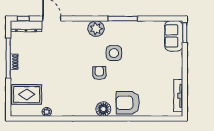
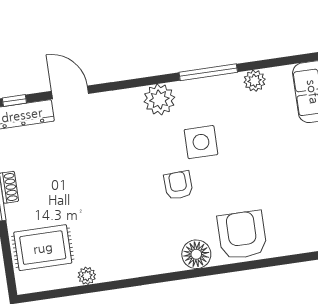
plant: (145, 26) -> (255, 81), added
armchair: (128, 103) -> (242, 235), turned 90

